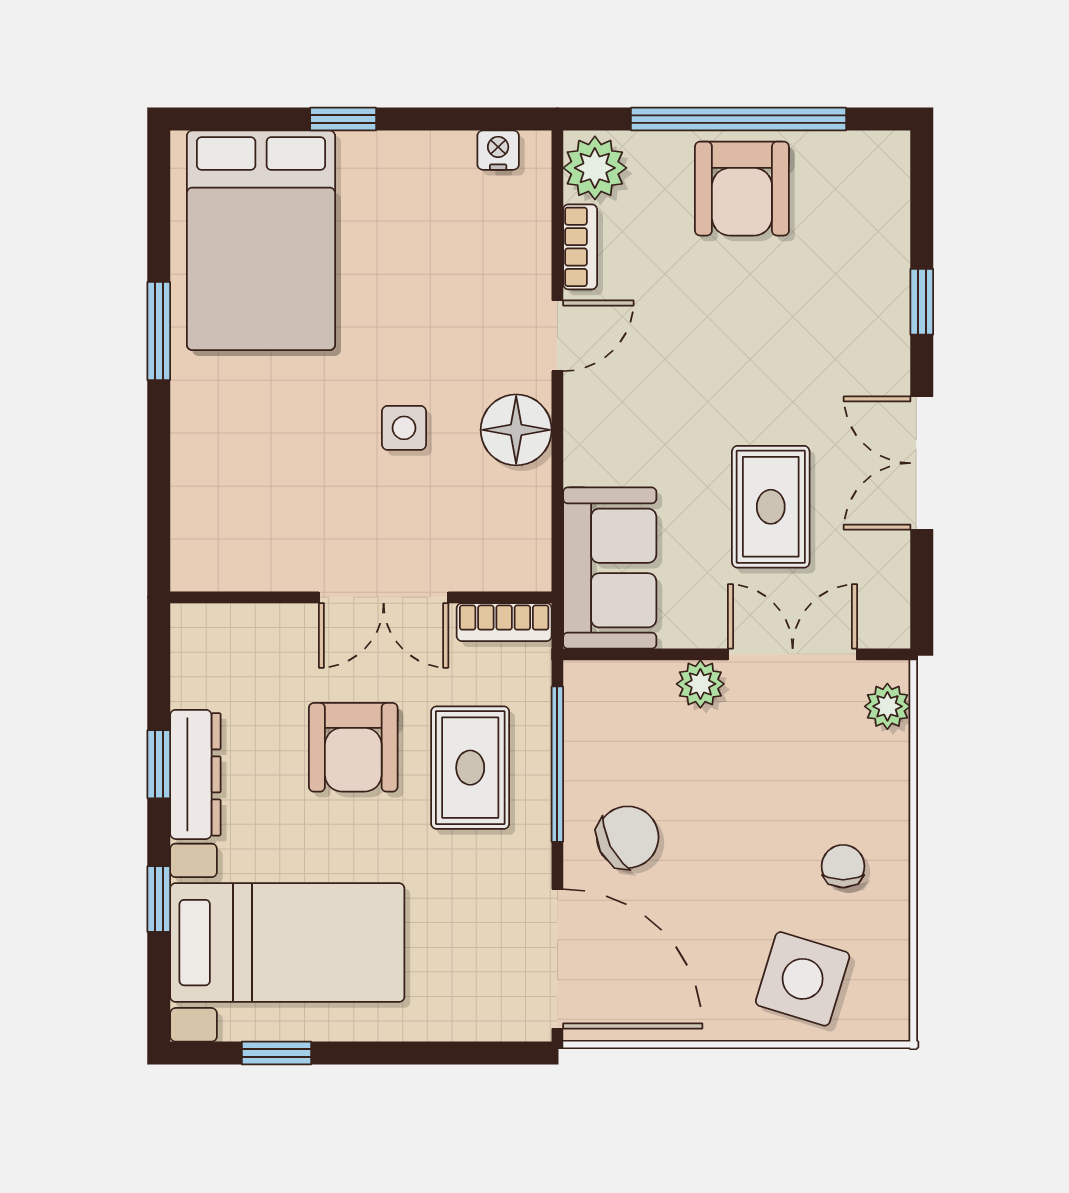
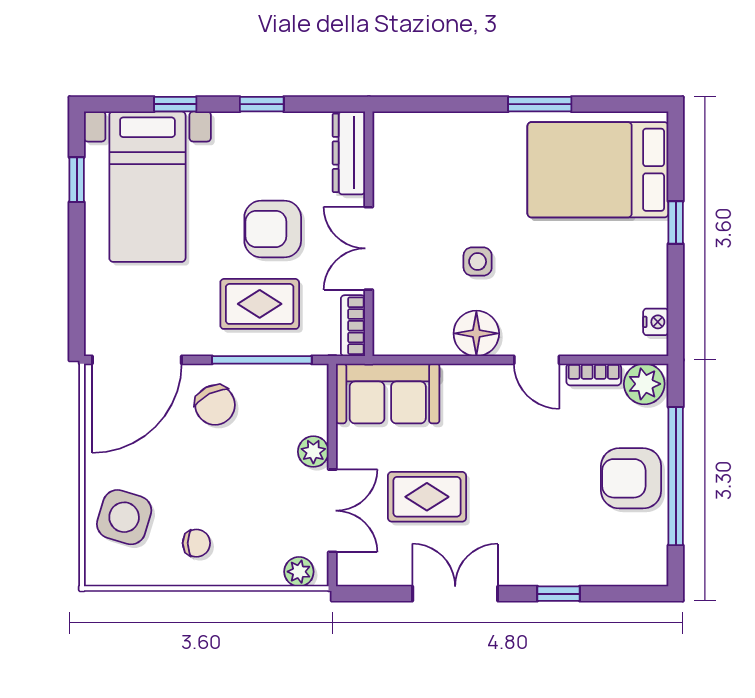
dresser: (195, 774) -> (349, 153), moved, turned 90

